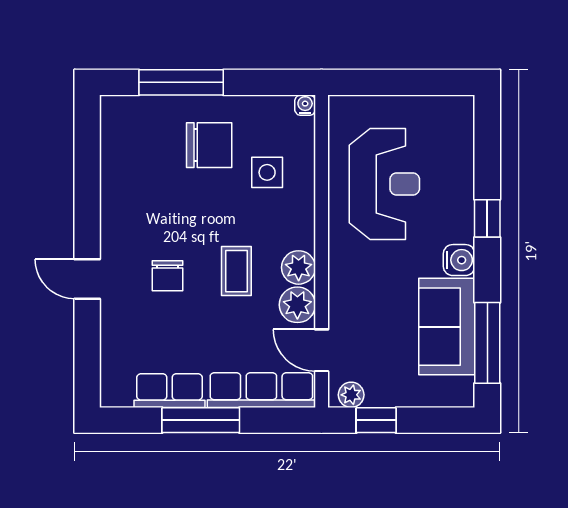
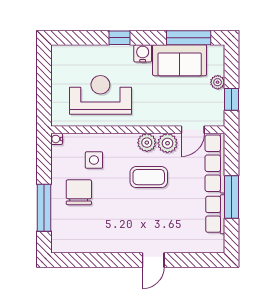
coffee table: (236, 271) -> (149, 177), width x1.36, depth x1.30
chair: (168, 276) -> (151, 215), removed
plant: (351, 395) -> (218, 82), moved

